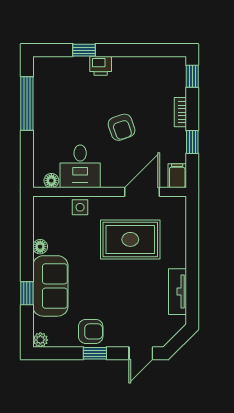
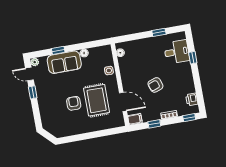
printer: (101, 66) -> (192, 99), moved
window: (27, 104) -> (159, 32), width x0.46
desk: (80, 166) -> (177, 52), moved, turned 180
tv unit: (178, 292) -> (73, 130), removed
armchair: (91, 331) -> (74, 103), moved, turned 180
door: (141, 353) -> (29, 74), moved

